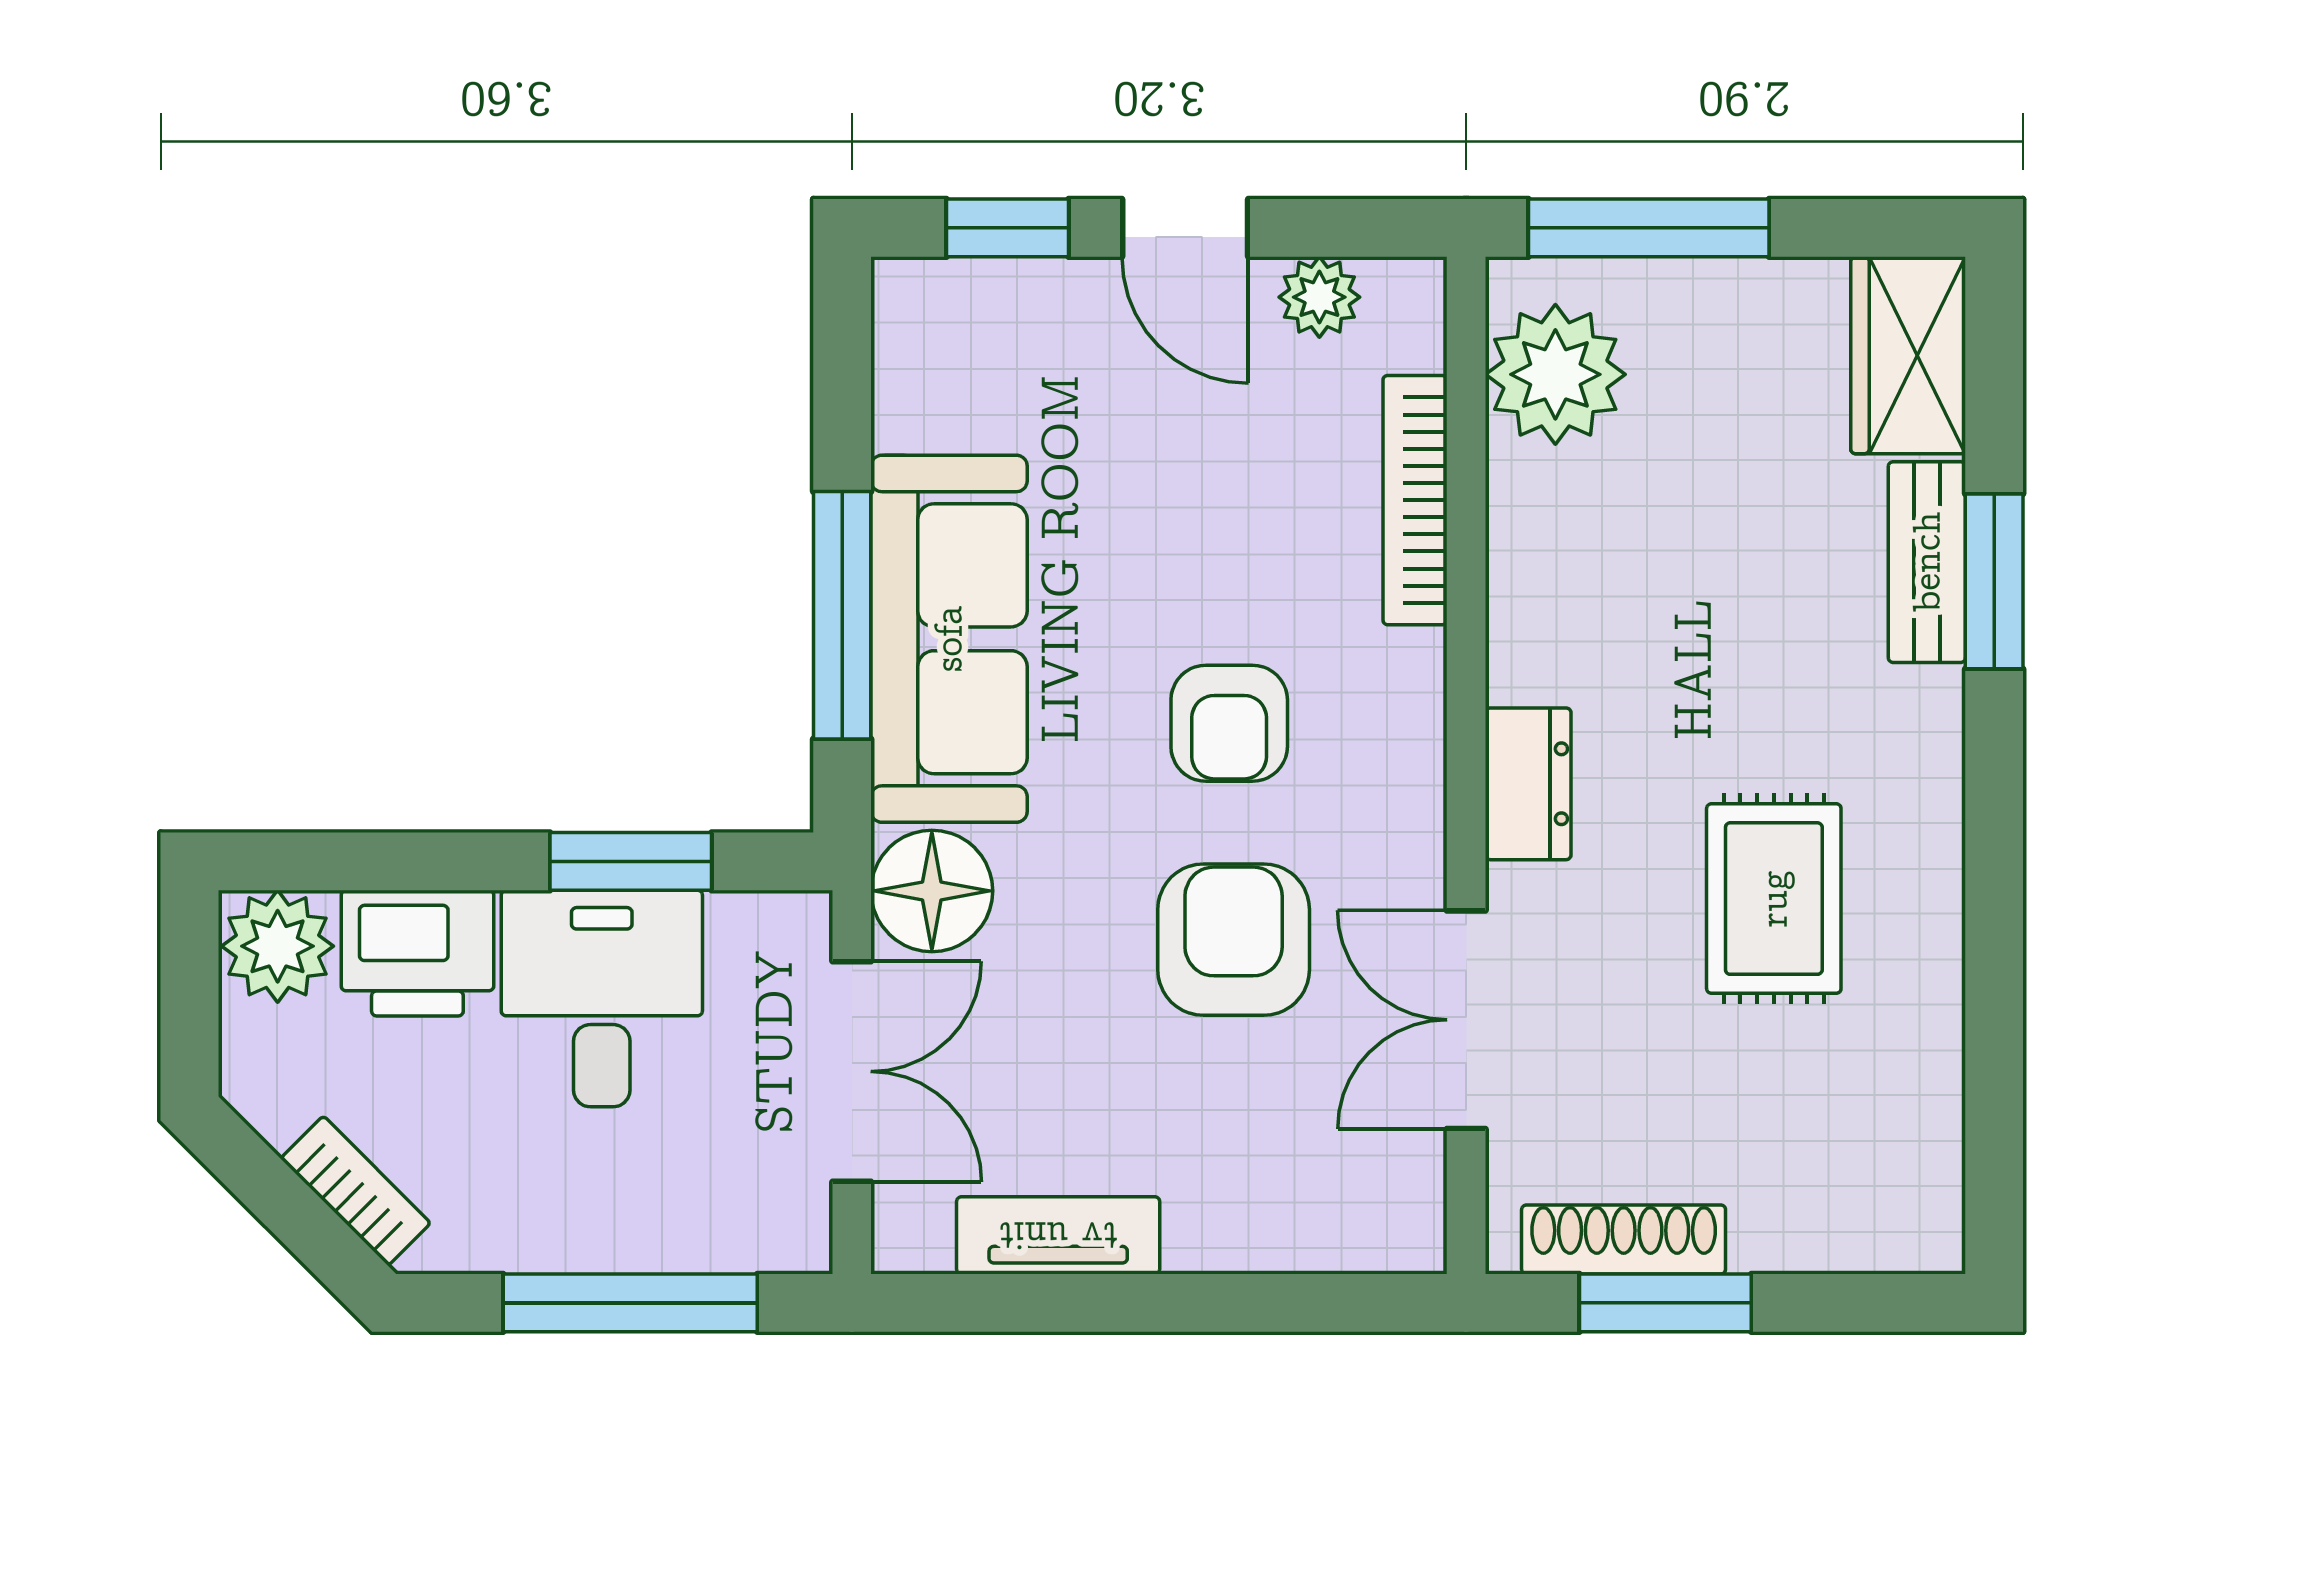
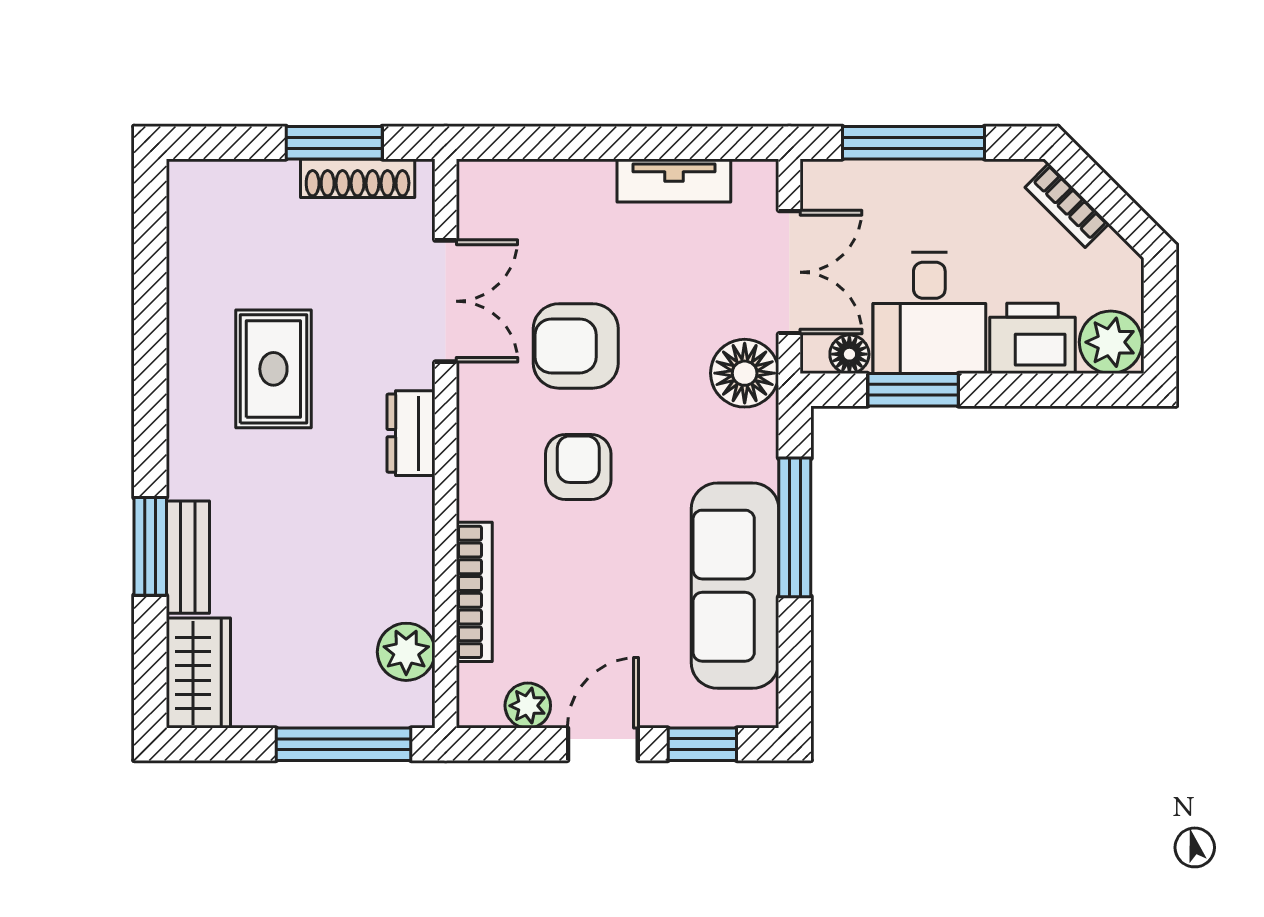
door: (1185, 228) -> (603, 744), hinge flipped
plant: (1555, 374) -> (406, 652), width x0.73, depth x0.73
sofa: (949, 639) -> (735, 586), moved
floor lamp: (745, 925) -> (849, 354), added
armchair: (1234, 940) -> (576, 346), turned 90
double door: (852, 1071) -> (789, 272), swing flipped

